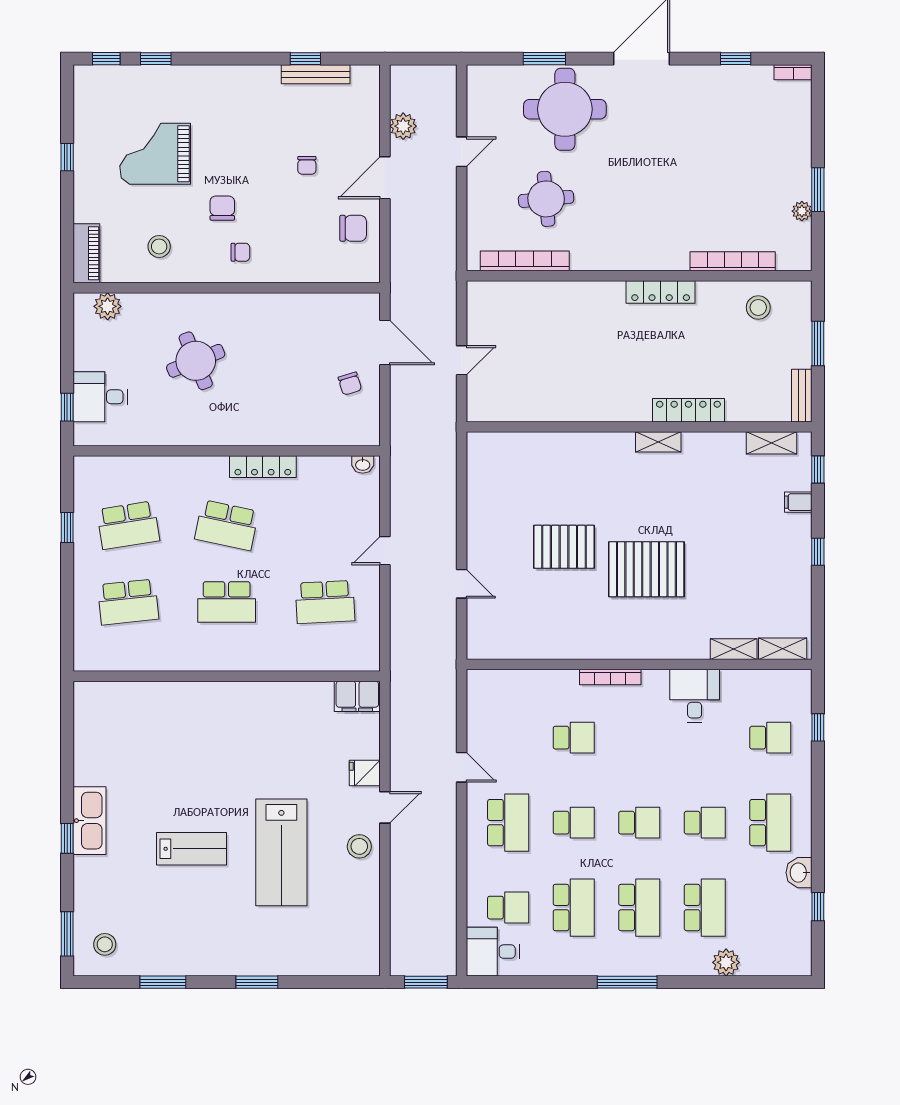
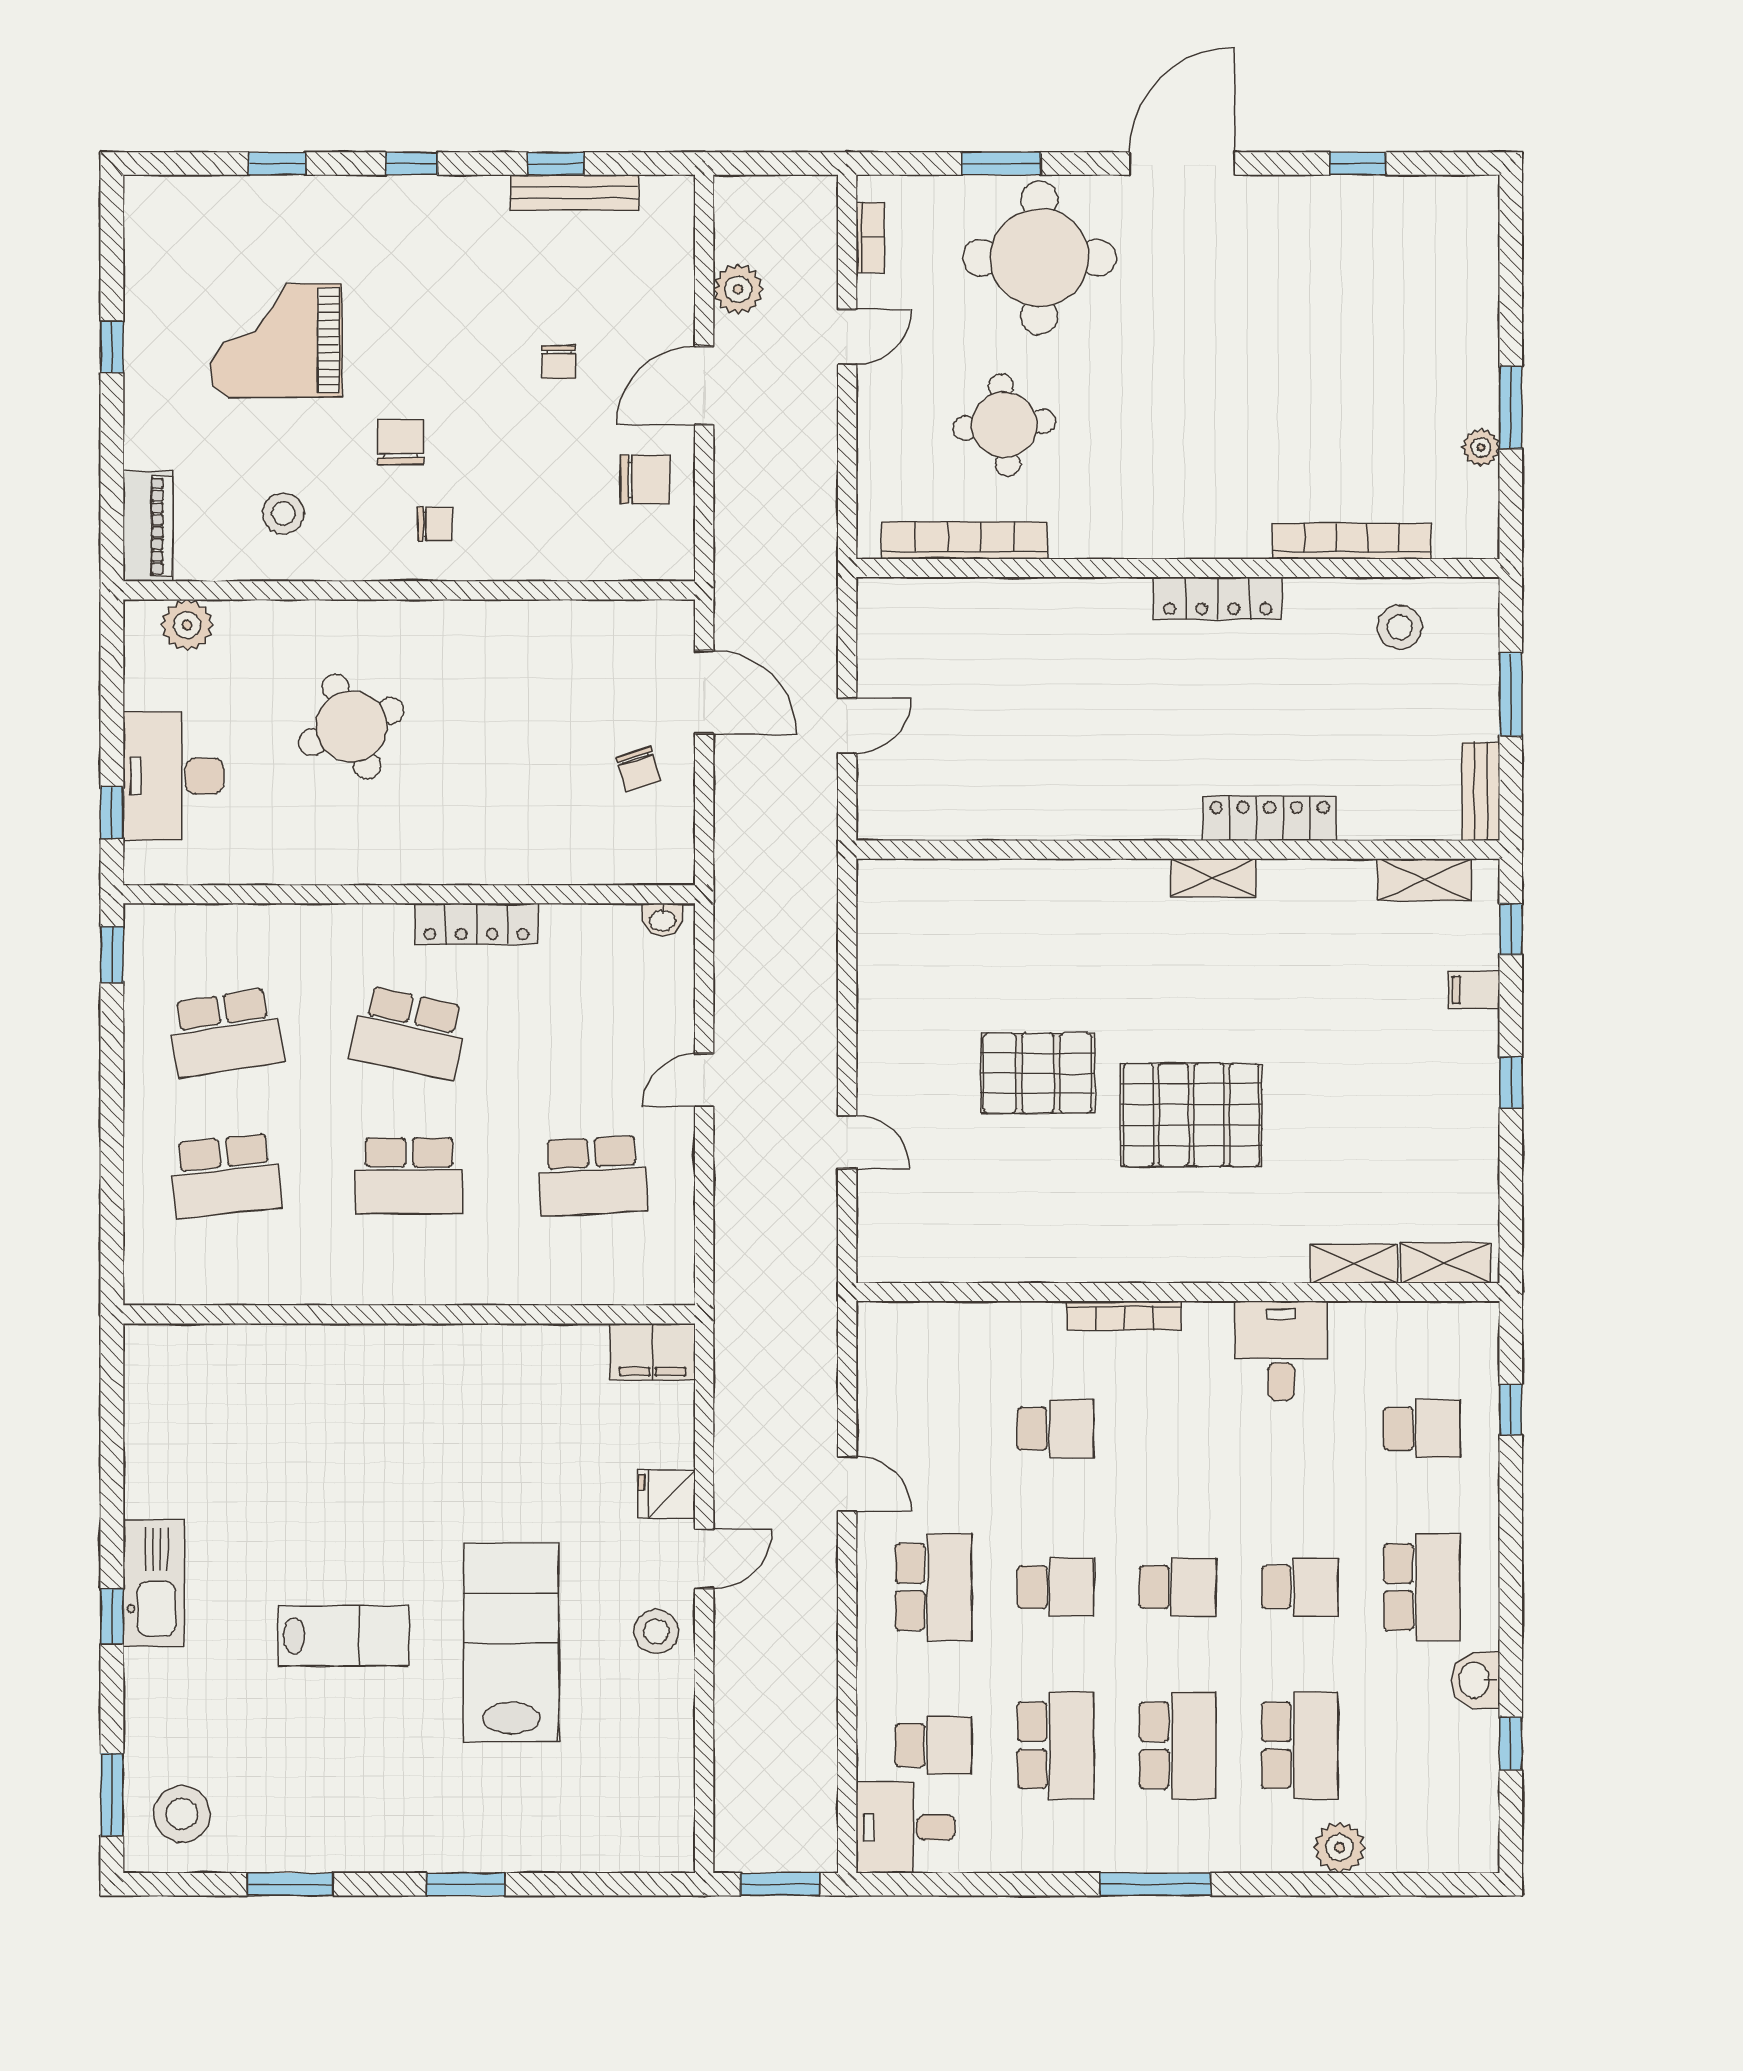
window: (106, 59) -> (411, 164), moved
bookcase: (793, 72) -> (870, 237), moved, turned -90
desk: (100, 397) -> (173, 776), width x1.37
window: (67, 528) -> (112, 954), moved
lab bench: (281, 852) -> (511, 1642), turned 180
stool: (105, 944) -> (182, 1814), width x1.38, depth x1.38

